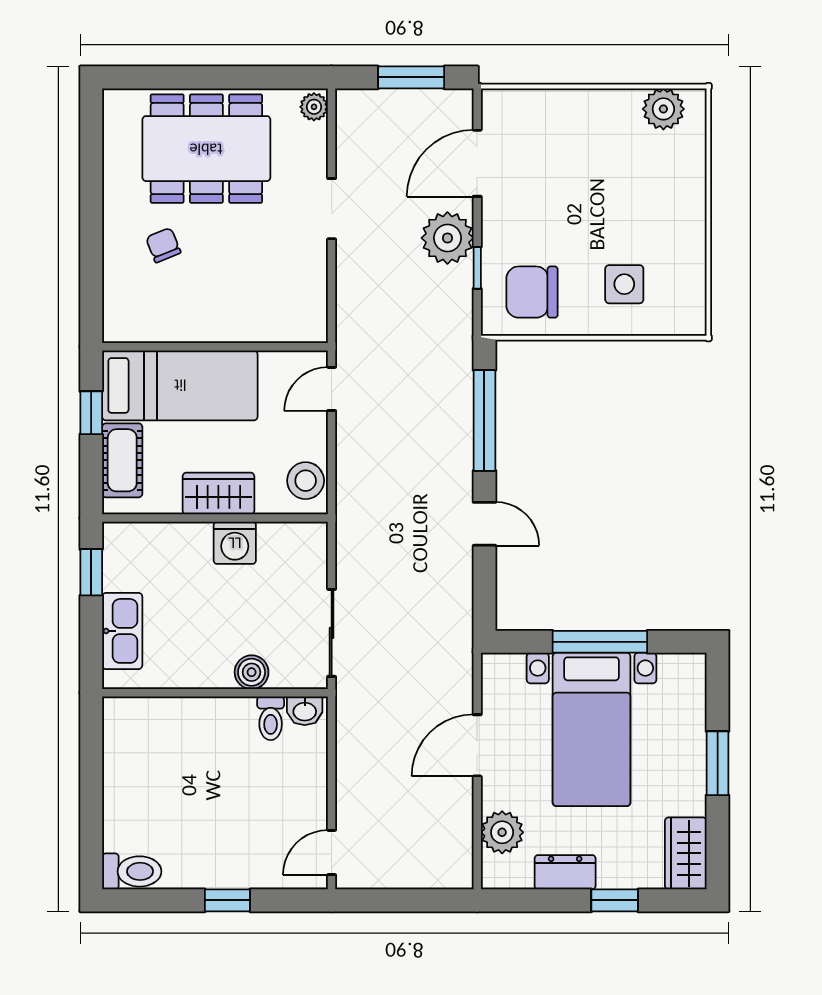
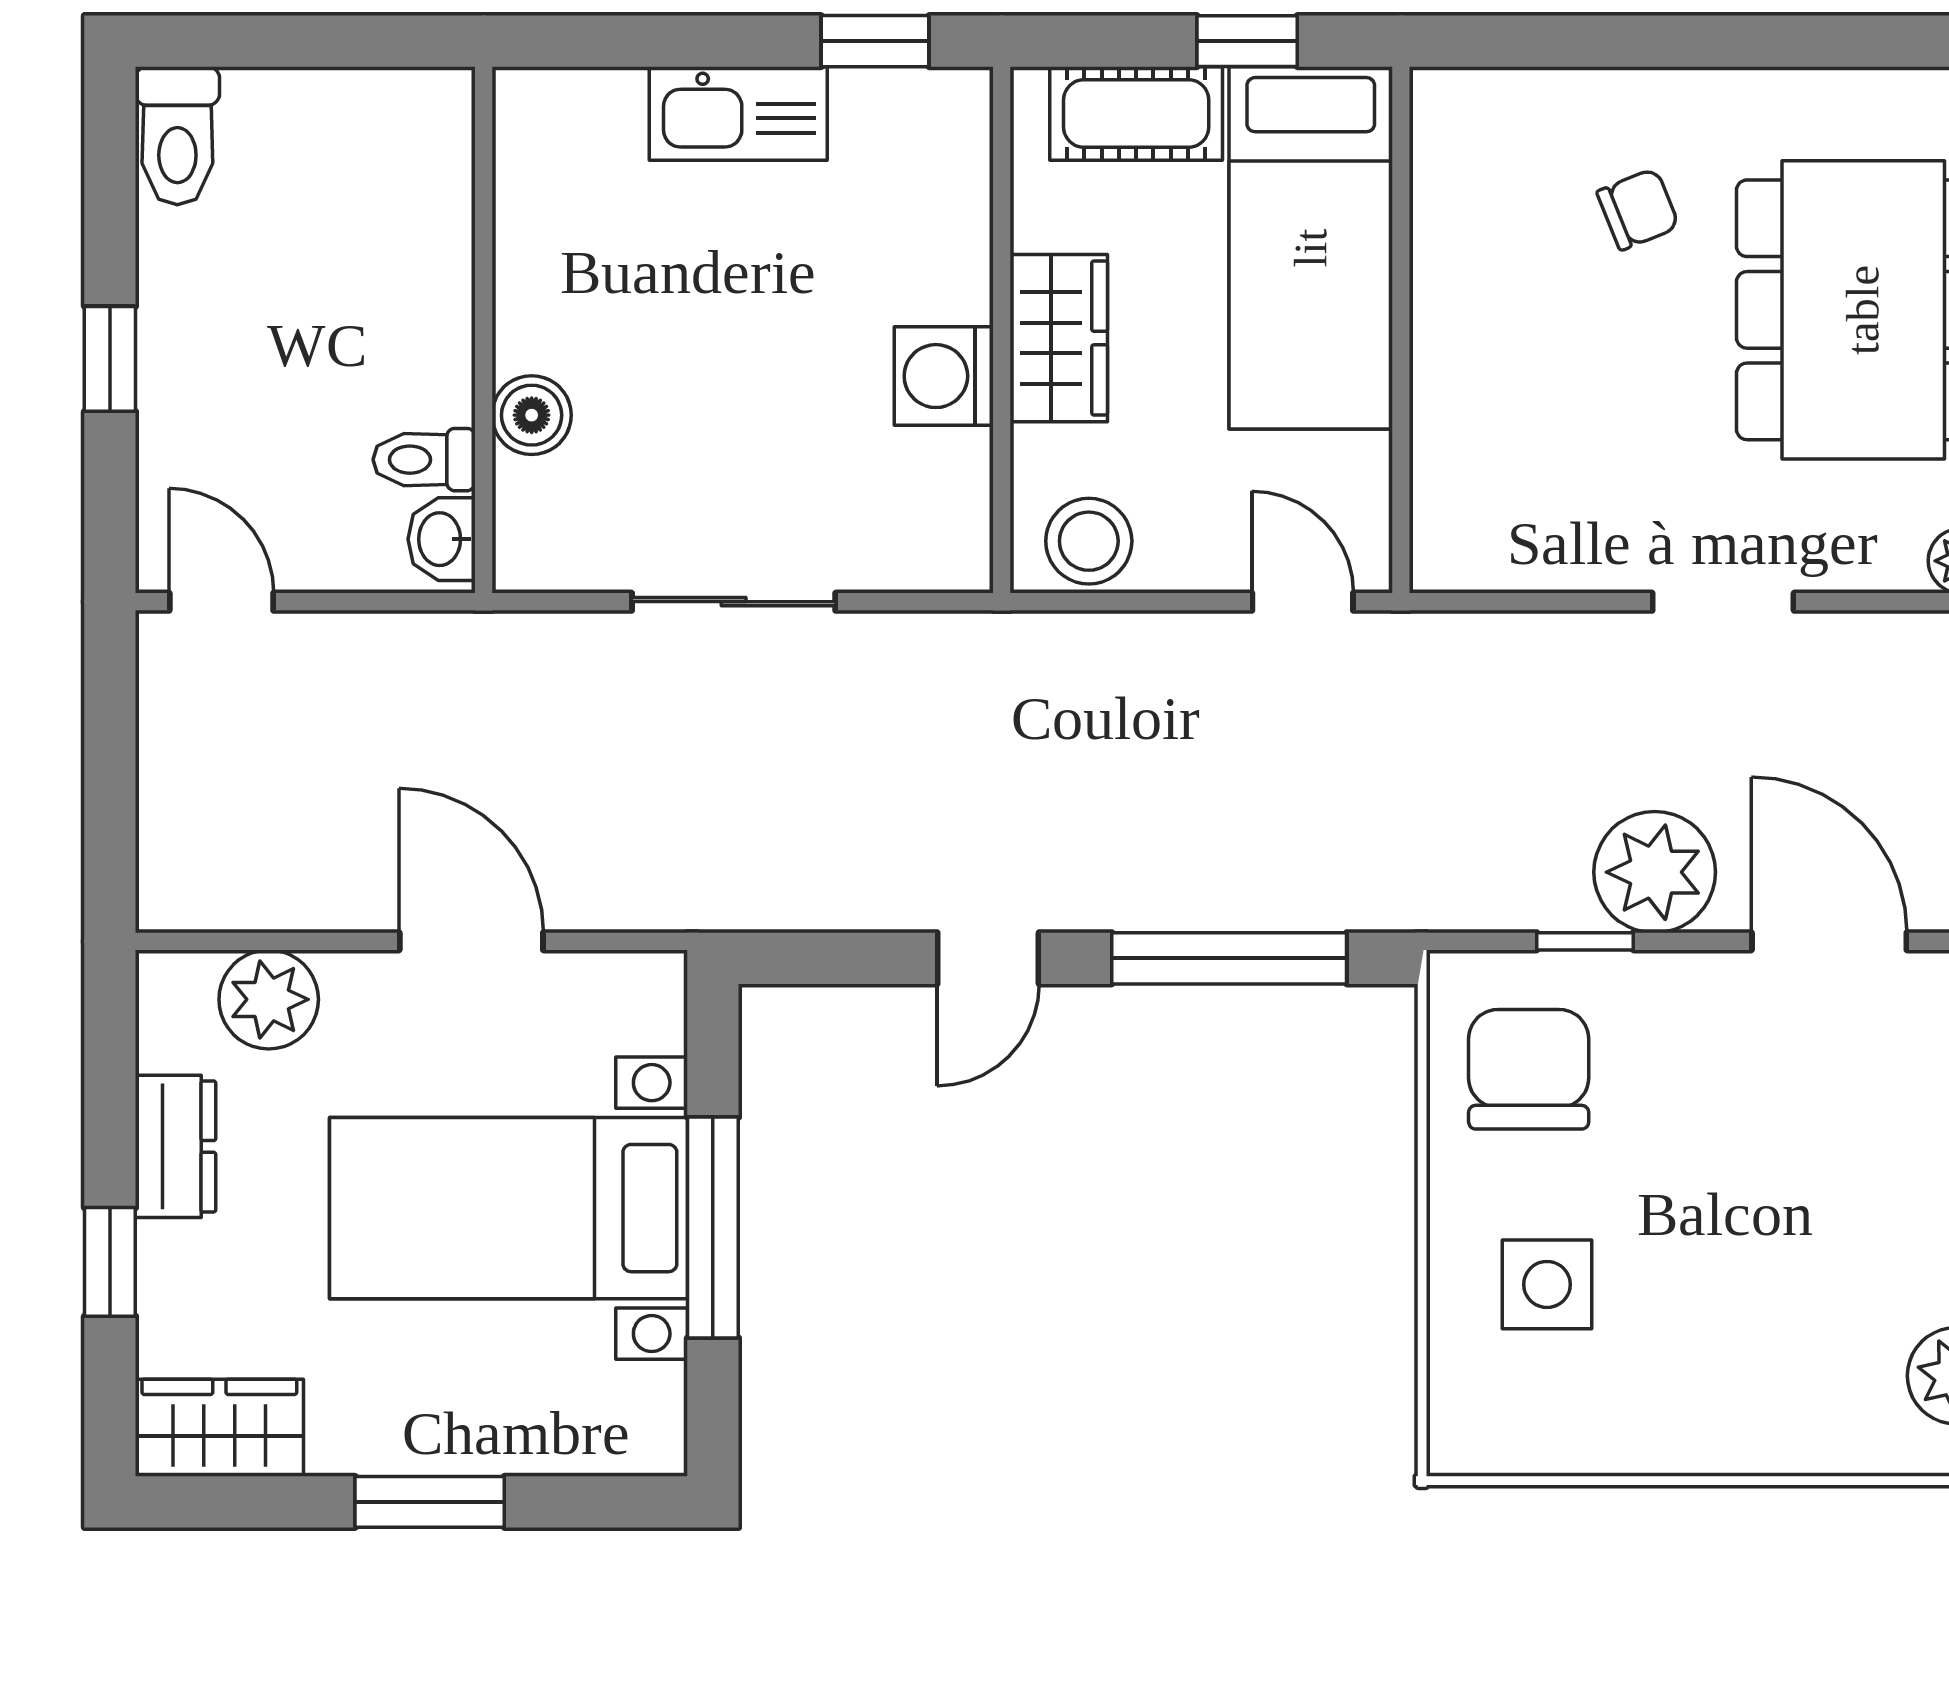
boiler: (252, 672) -> (532, 415), moved
wall: (215, 693) -> (484, 330), moved
washbasin: (305, 711) -> (442, 539), moved
toilet: (271, 718) -> (424, 460), moved

